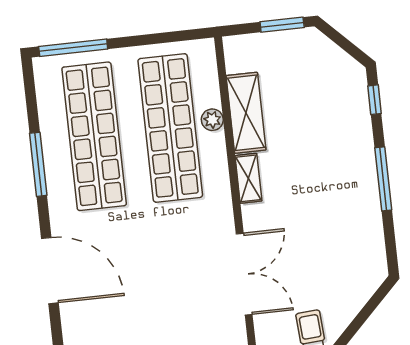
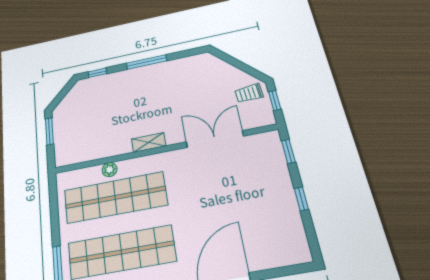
shelving: (246, 113) -> (105, 148), removed

